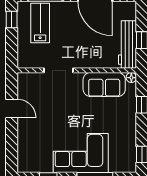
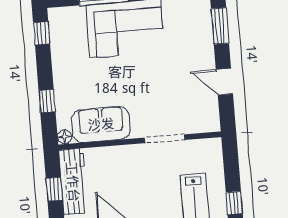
window: (12, 149) -> (220, 26), added

